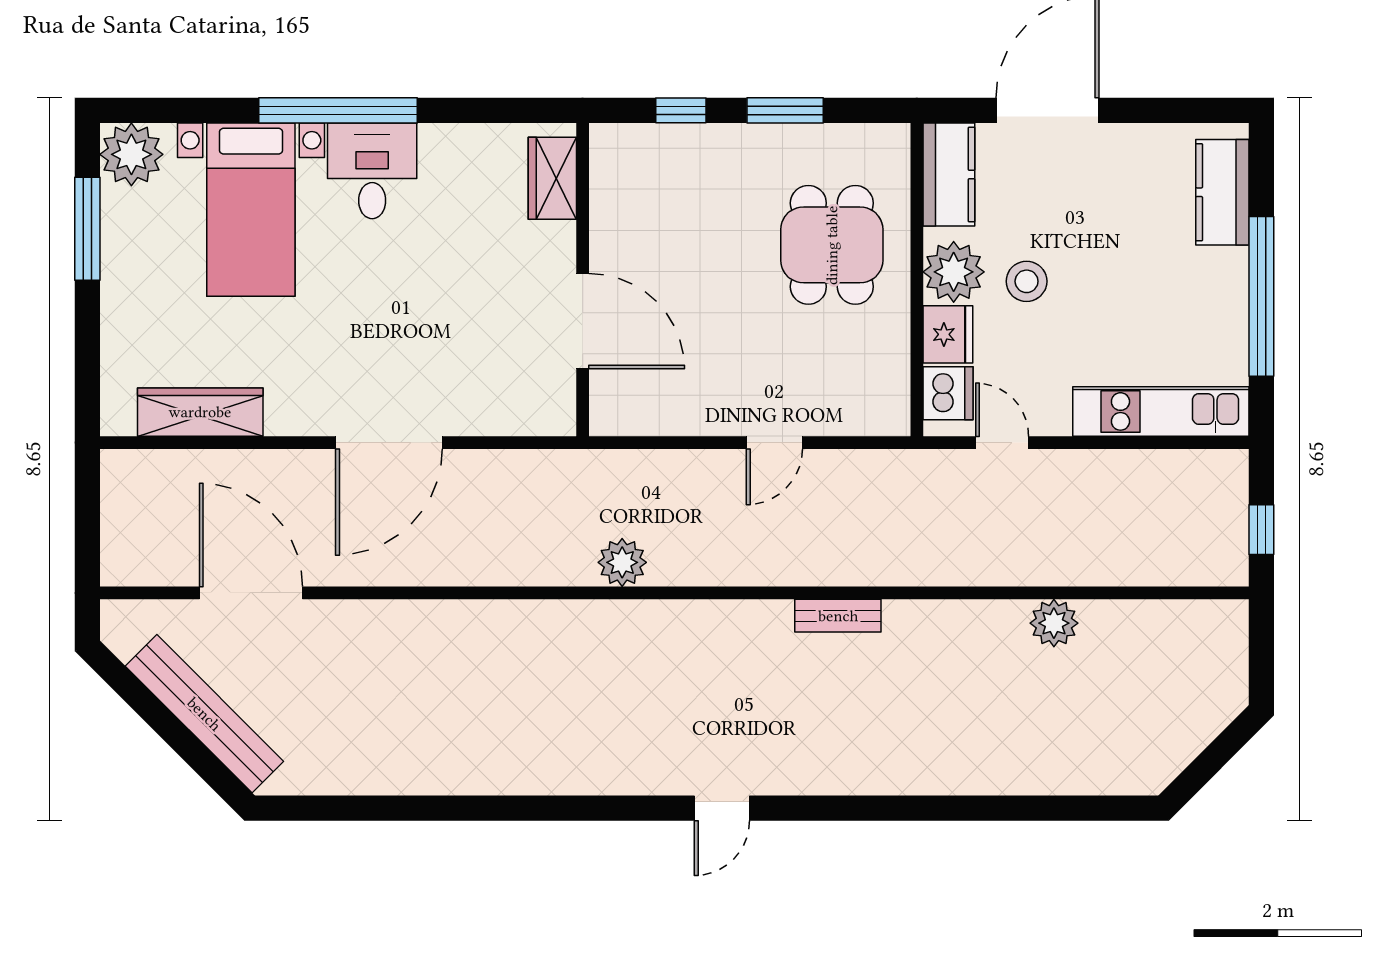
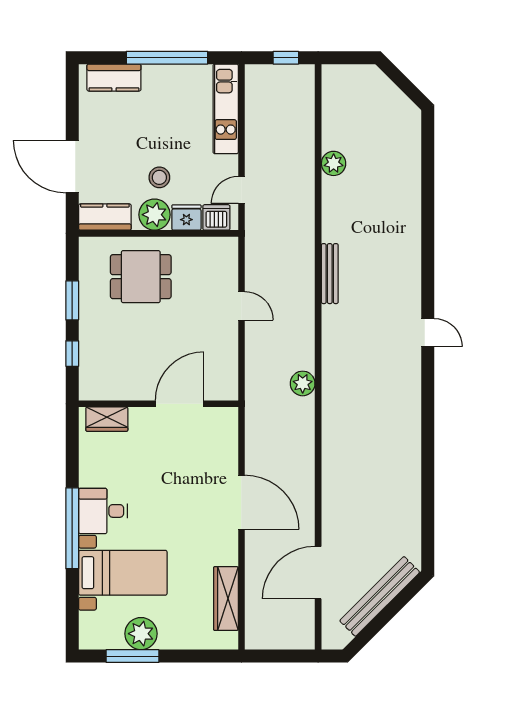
plant: (131, 154) -> (141, 634), moved
bench: (838, 616) -> (330, 274), width x1.36

